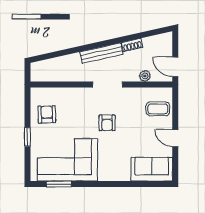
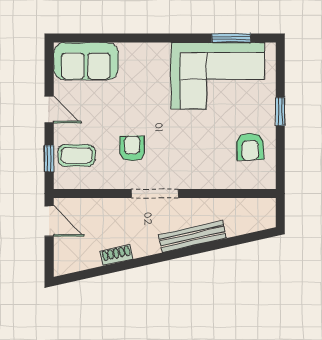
bench: (101, 53) -> (192, 236), moved
plant: (145, 76) -> (97, 207), removed
window: (175, 107) -> (49, 159), added
armchair: (107, 123) -> (132, 148), moved

